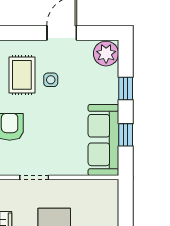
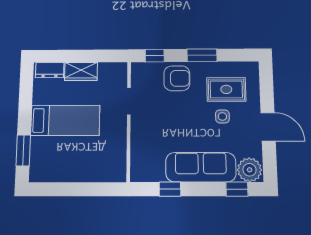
window: (126, 89) -> (237, 189), moved
sofa: (103, 140) -> (201, 167), moved

